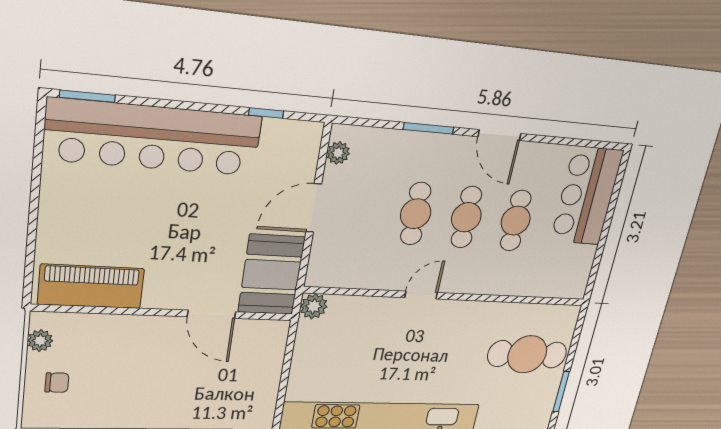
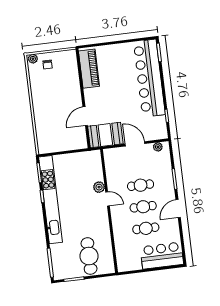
plant: (314, 306) -> (99, 187), moved
plant: (40, 341) -> (33, 59), moved

